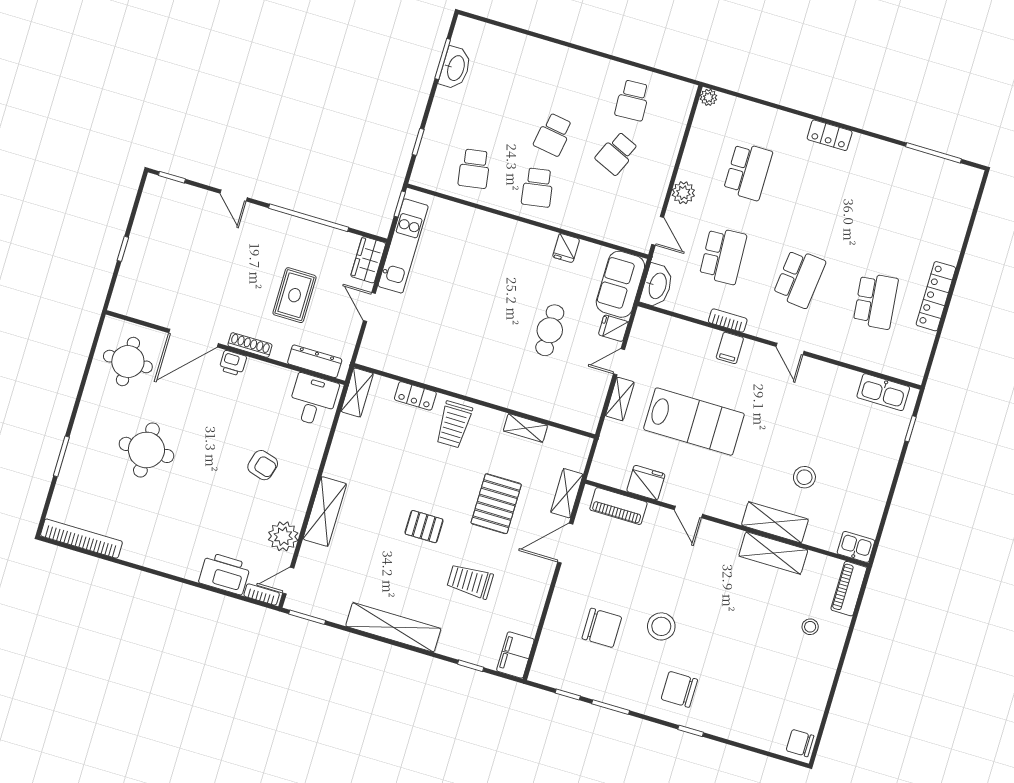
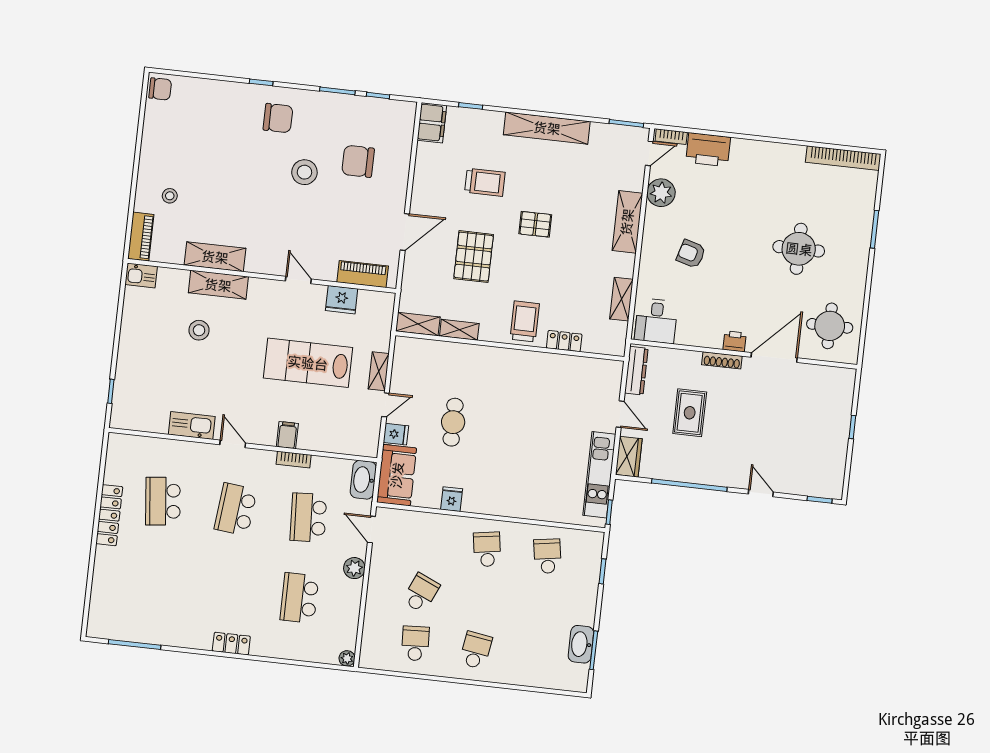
school desk: (553, 135) -> (476, 650), moved
dresser: (315, 361) -> (636, 371), moved, turned -90
shelving: (357, 392) -> (621, 299), moved
kitchen sink: (883, 392) -> (192, 426), moved
shelving: (567, 493) -> (418, 324), moved, turned 90

